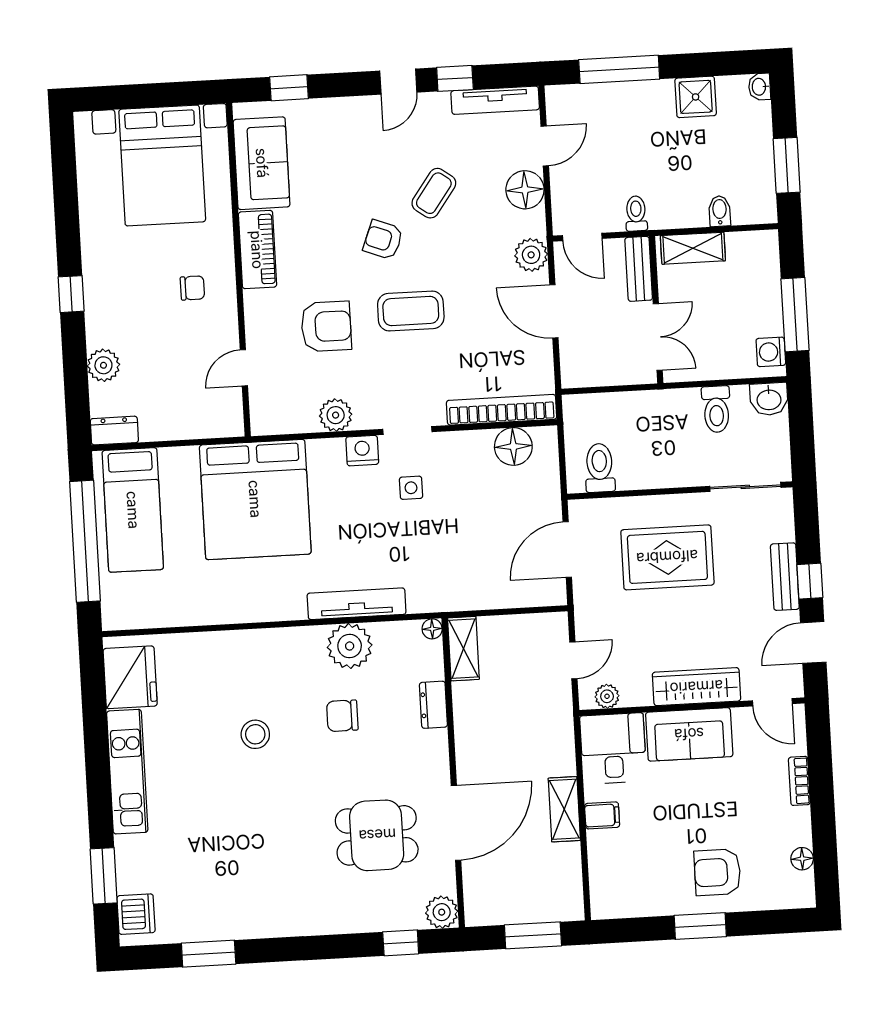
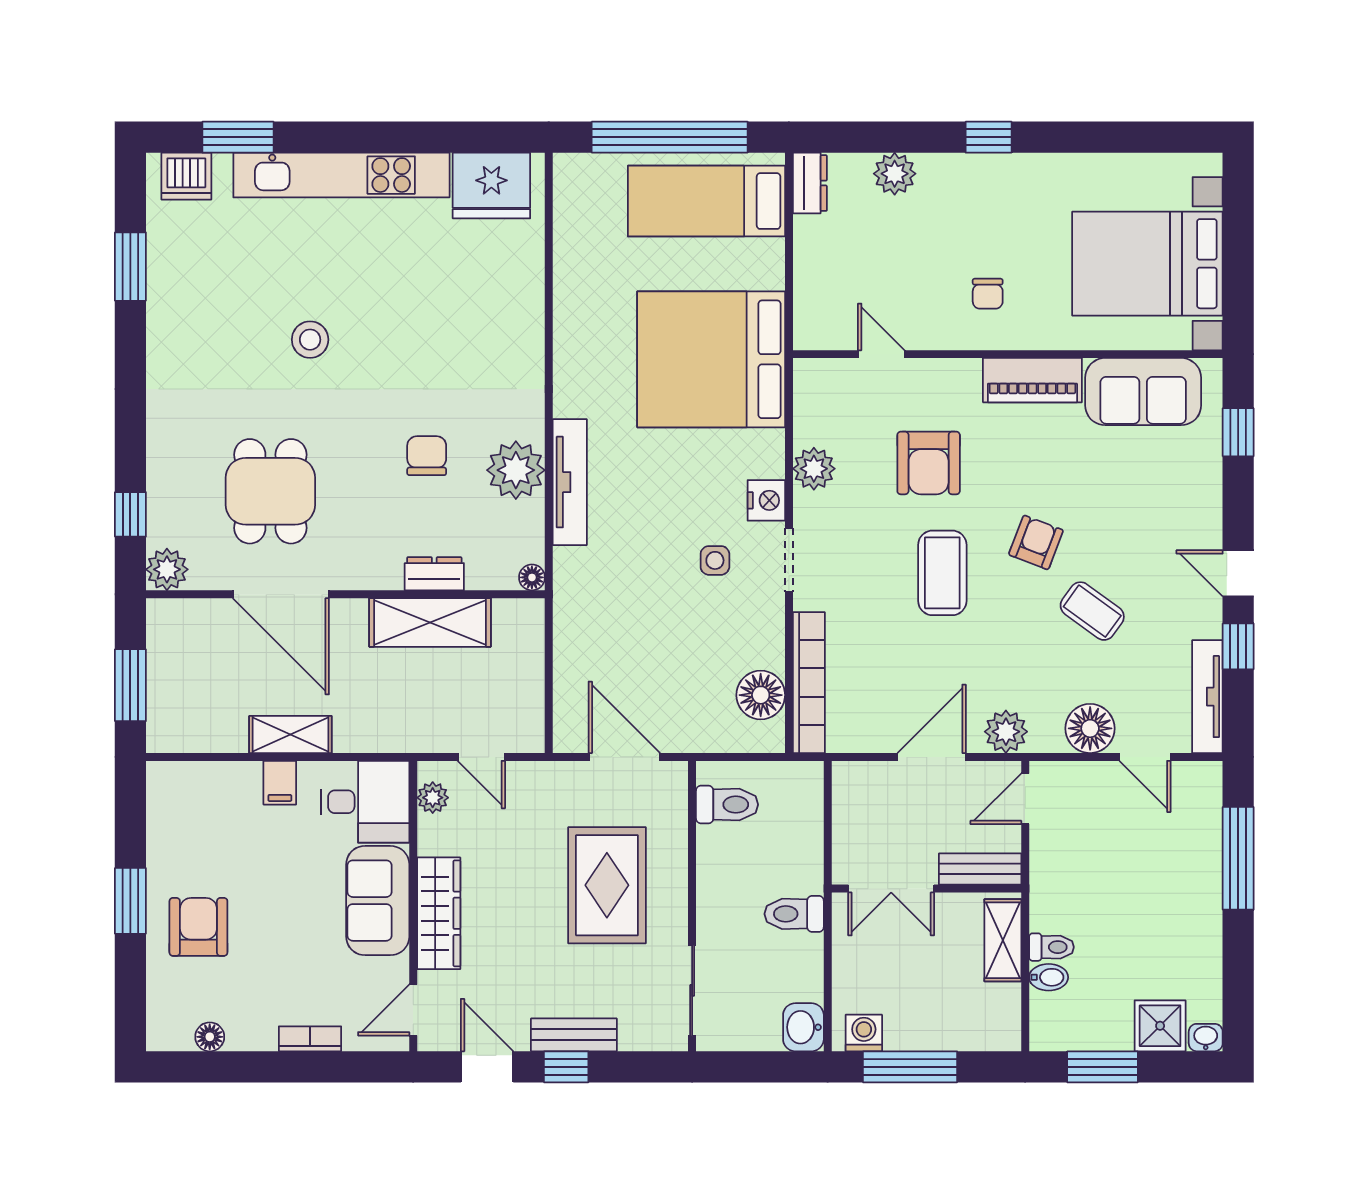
shower: (696, 97) -> (1160, 1026), moved
toilet: (636, 214) -> (1051, 947), moved
toilet: (716, 409) -> (794, 914), moved
shelving: (463, 649) -> (430, 622), moved, width x1.50, depth x1.33
stool: (255, 734) -> (310, 340), moved
kitchen unit: (127, 772) -> (341, 175), width x1.36

